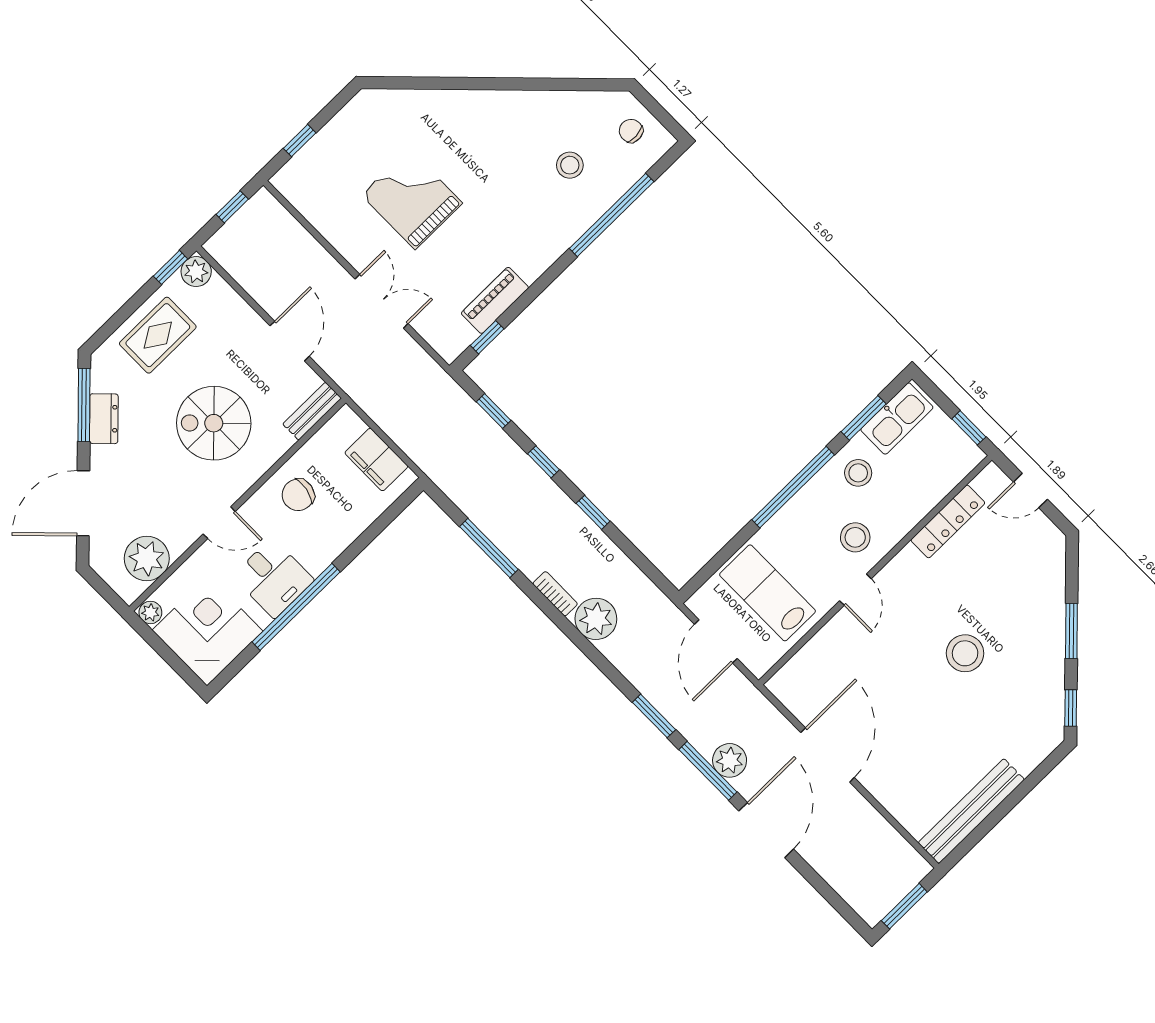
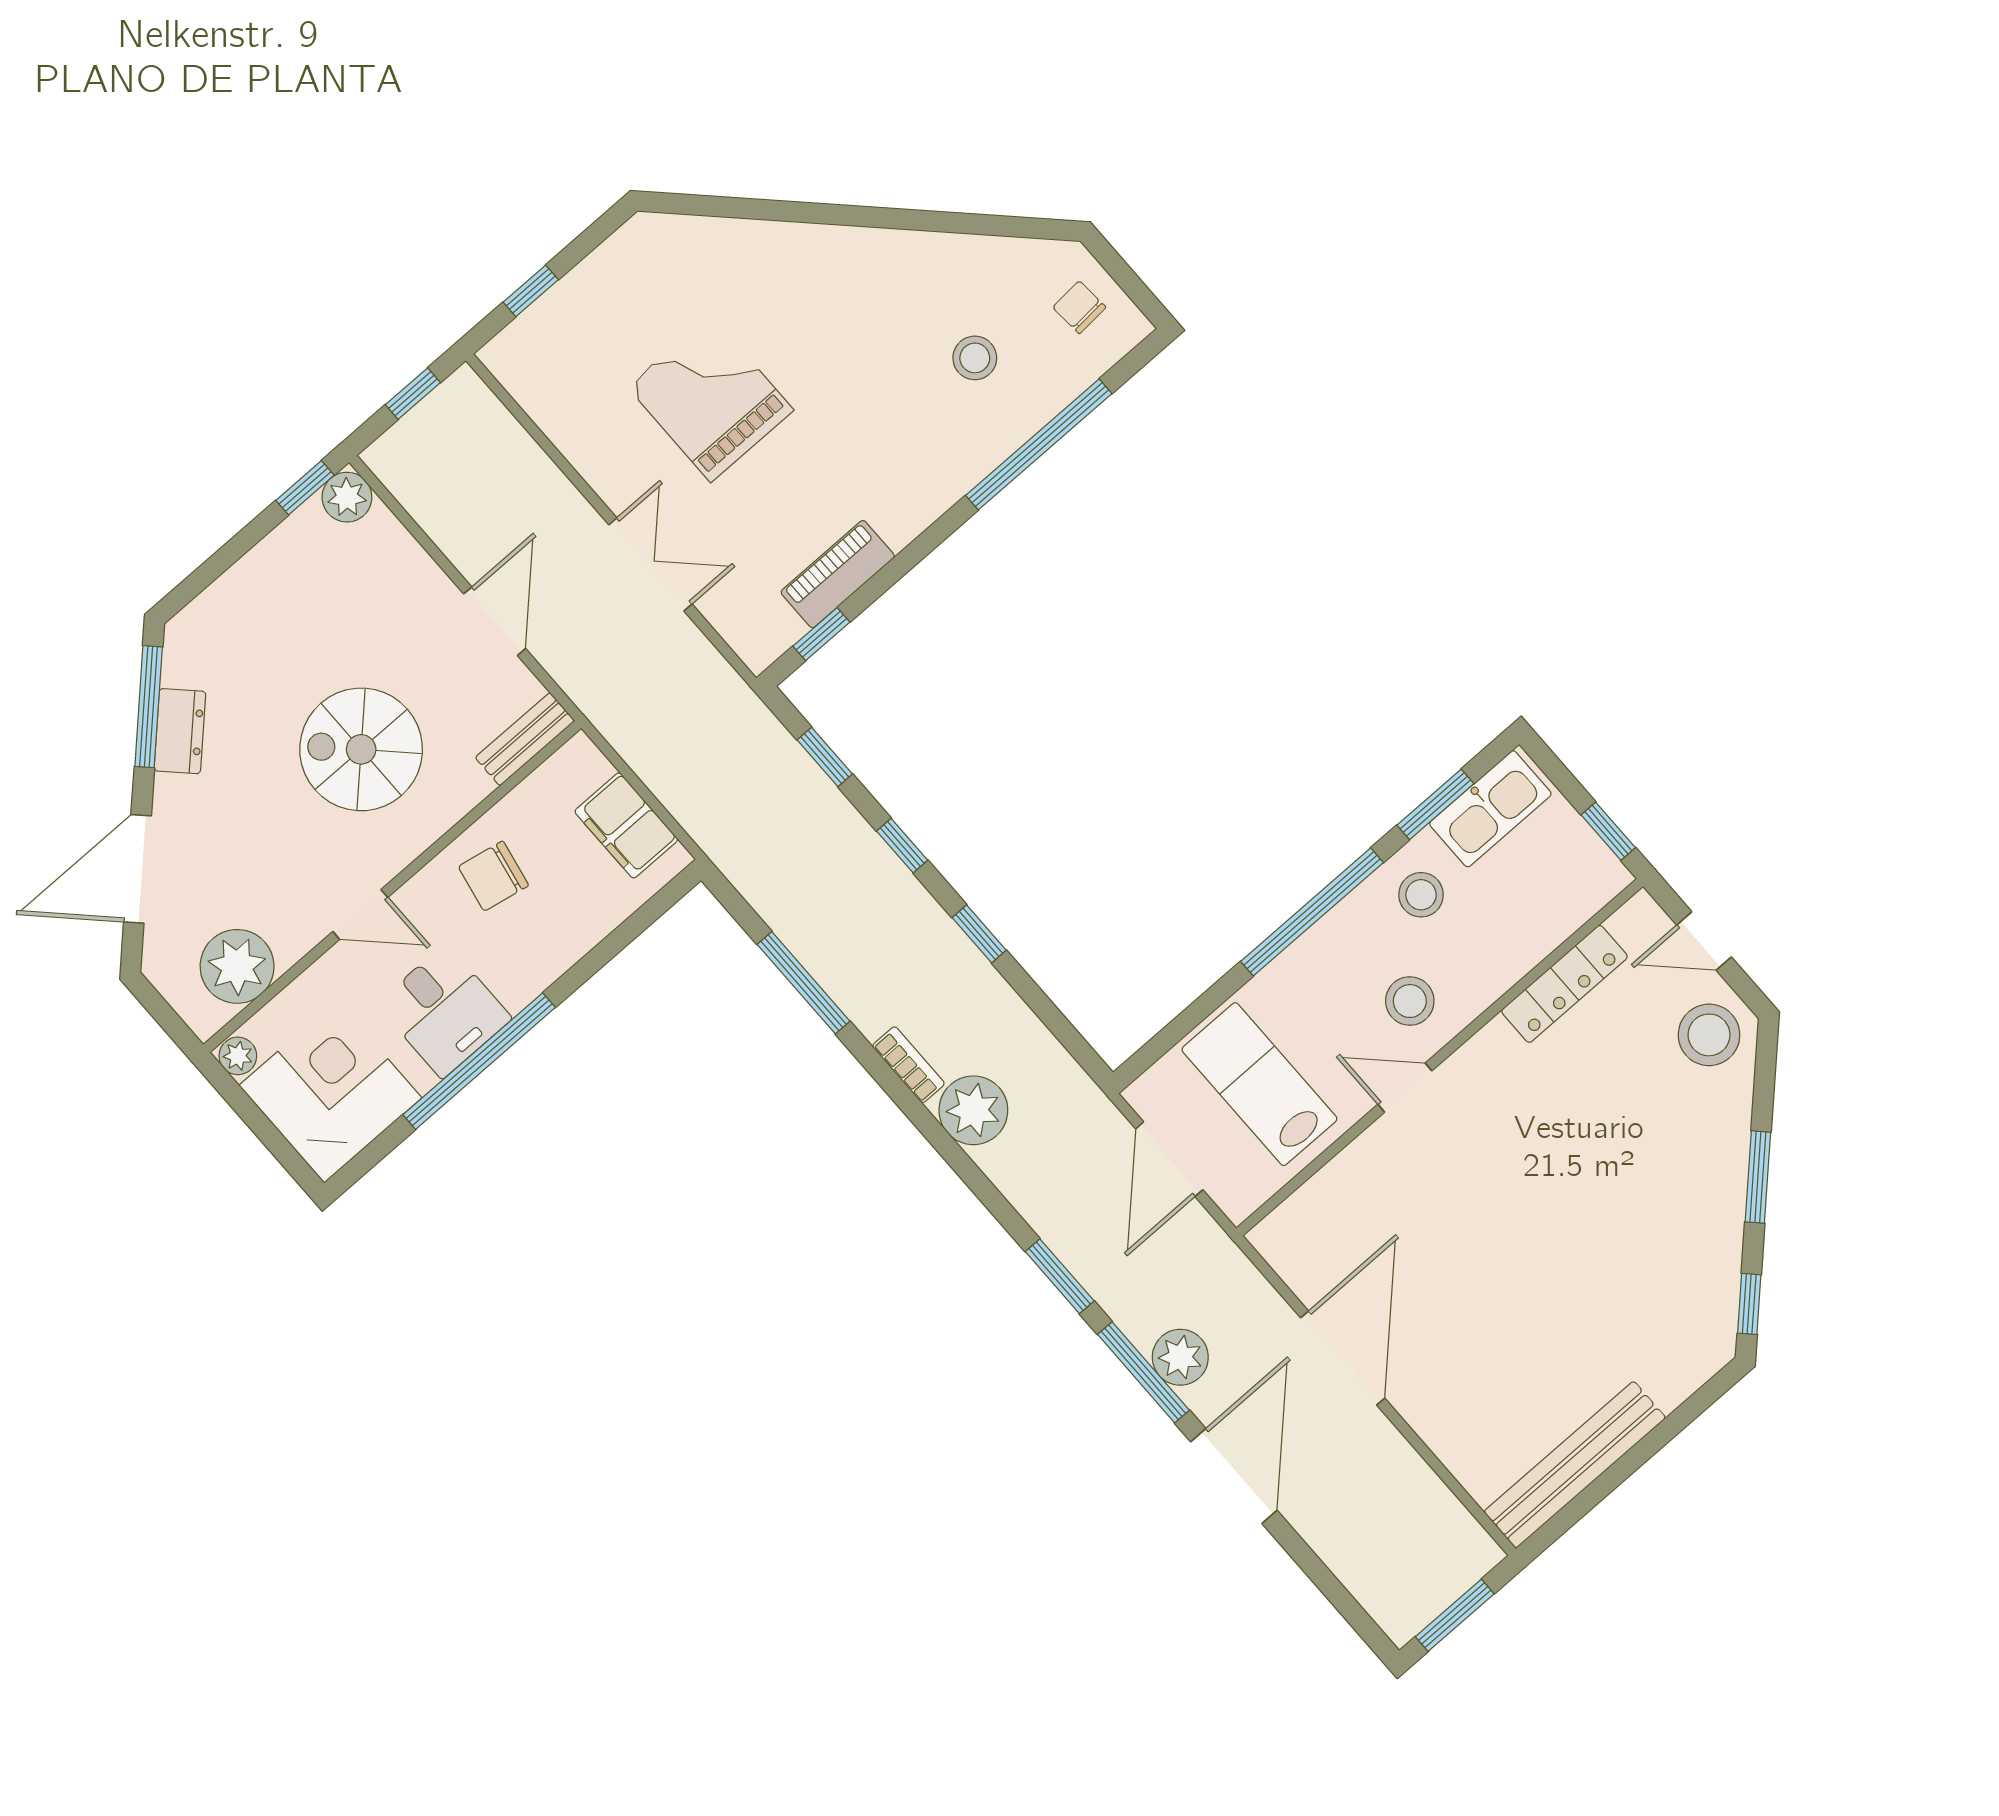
rug: (158, 335) -> (277, 598), removed
door: (855, 590) -> (1405, 1088), swing flipped
stool: (965, 653) -> (1709, 1035), moved

